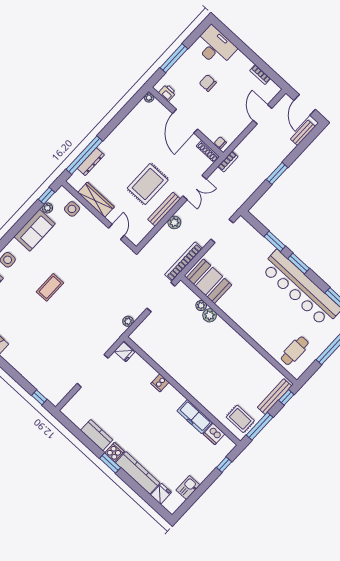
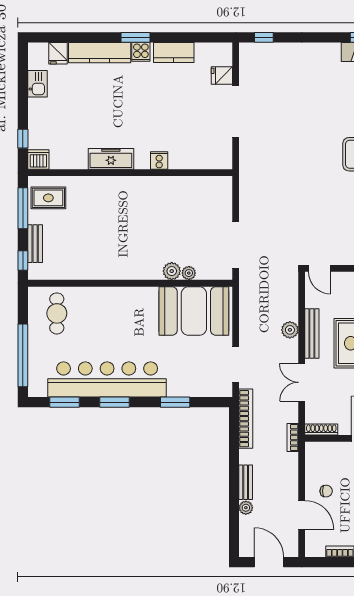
bench: (303, 133) -> (246, 482), moved
chair: (220, 143) -> (326, 491), moved
window: (277, 173) -> (234, 470), removed
door: (116, 232) -> (320, 268), moved
bookcase: (183, 262) -> (246, 419), moved
window: (299, 264) -> (114, 402), moved
booth: (209, 281) -> (194, 311), width x1.36, depth x1.42
plant: (128, 321) -> (246, 508), moved
fridge: (124, 352) -> (222, 75), moved
bench: (275, 397) -> (35, 244), width x0.73
freezer: (195, 417) -> (111, 159), moved
dishwasher: (214, 434) -> (38, 159), moved

